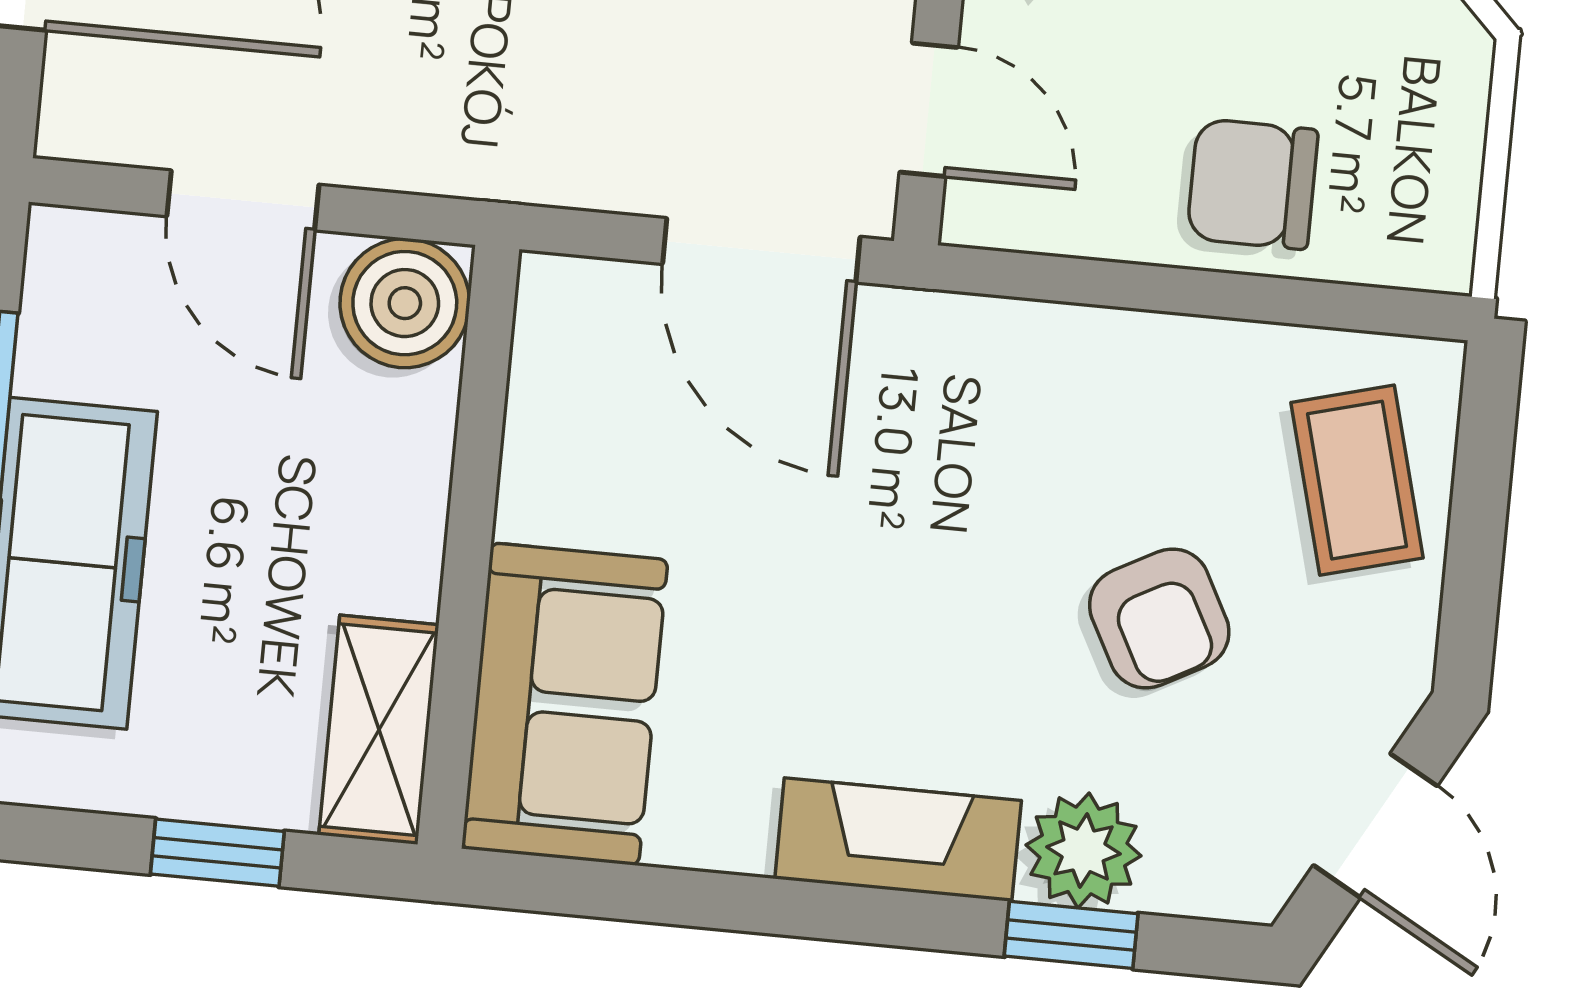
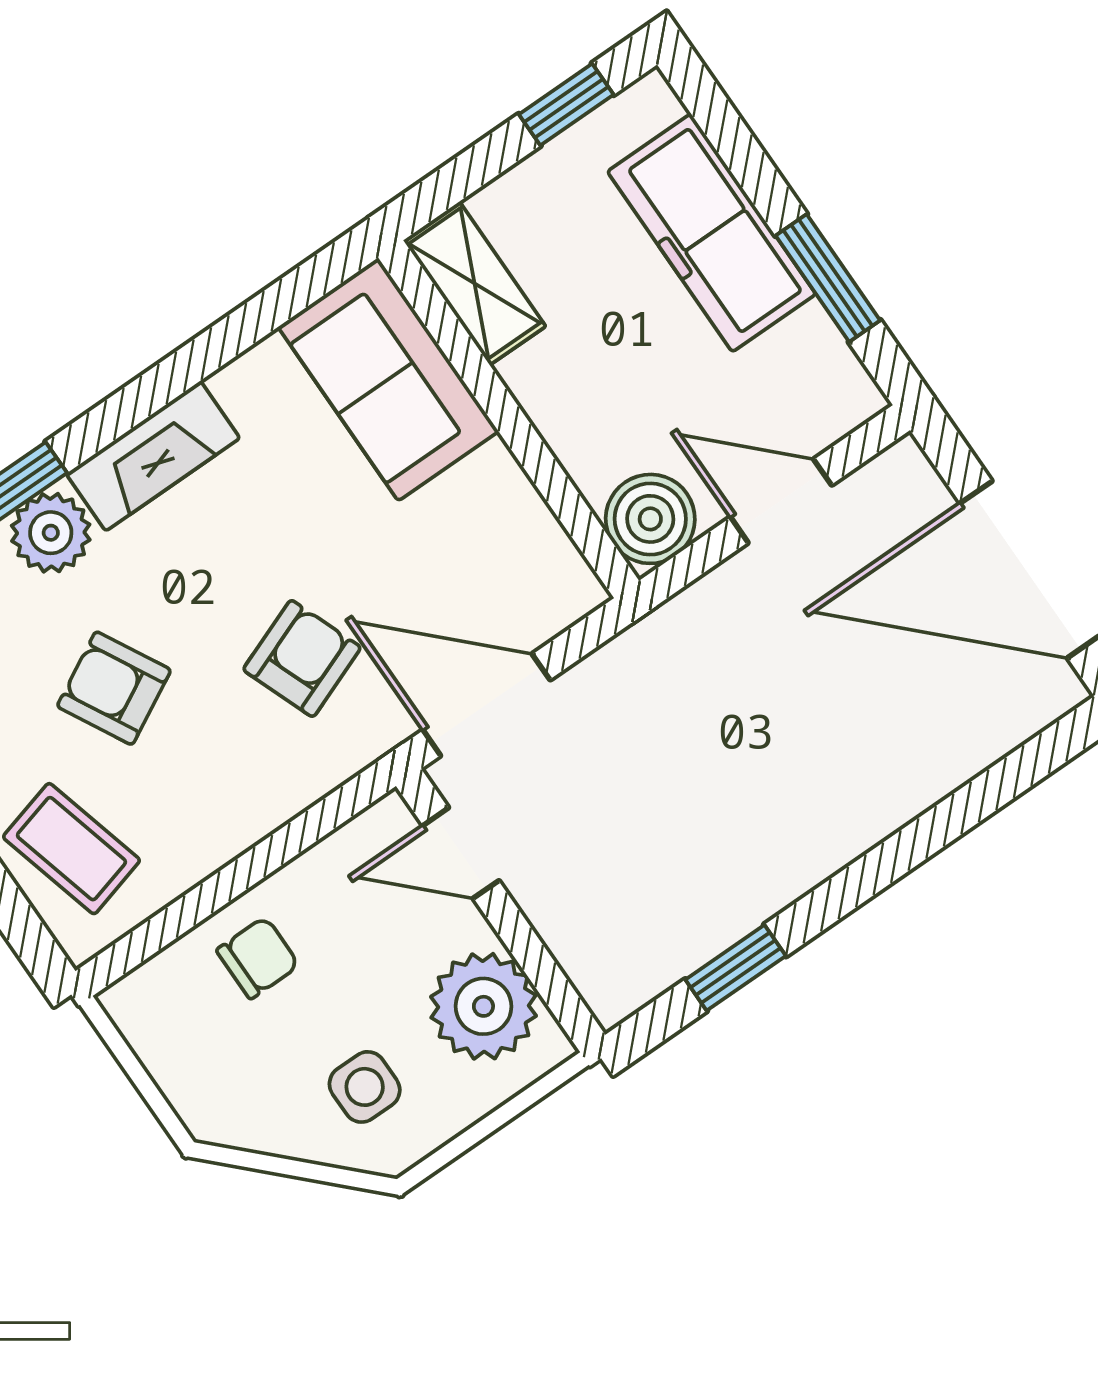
chair: (1252, 184) -> (258, 958), width x0.73, depth x0.73
armchair: (923, 475) -> (302, 658), added
window: (217, 853) -> (566, 104), moved

